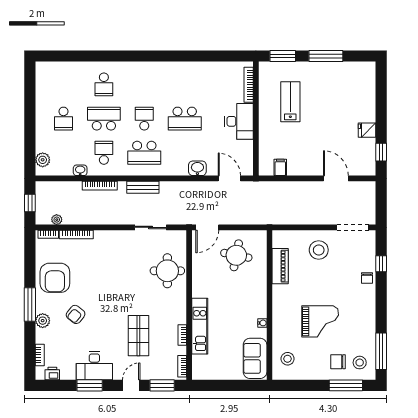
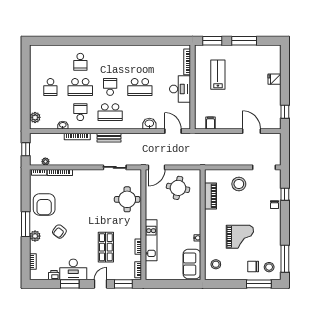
school desk: (104, 119) -> (80, 87), turned 180
fridge: (367, 130) -> (275, 79), moved
printer: (52, 373) -> (54, 275), moved

